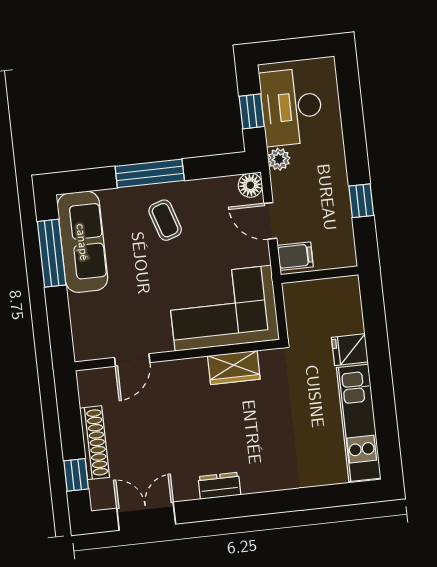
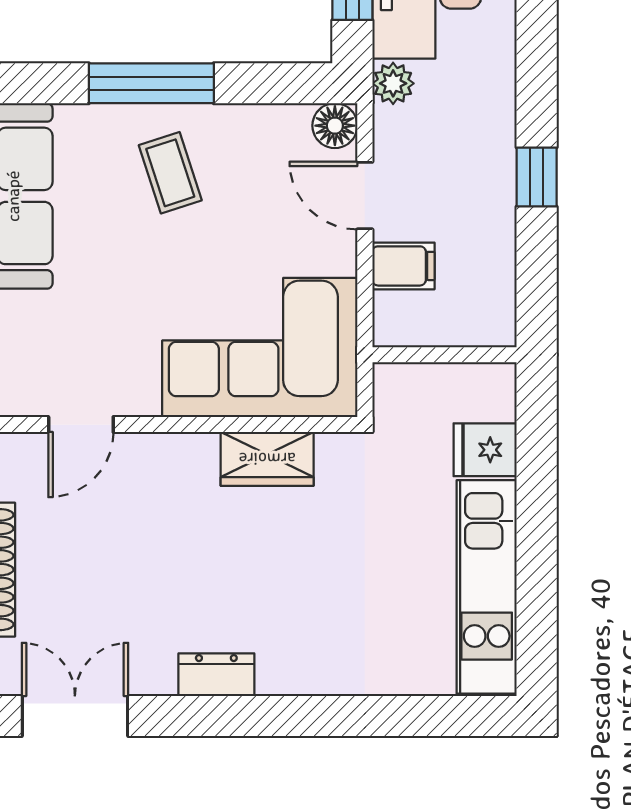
wall: (320, 275) -> (444, 355), moved

